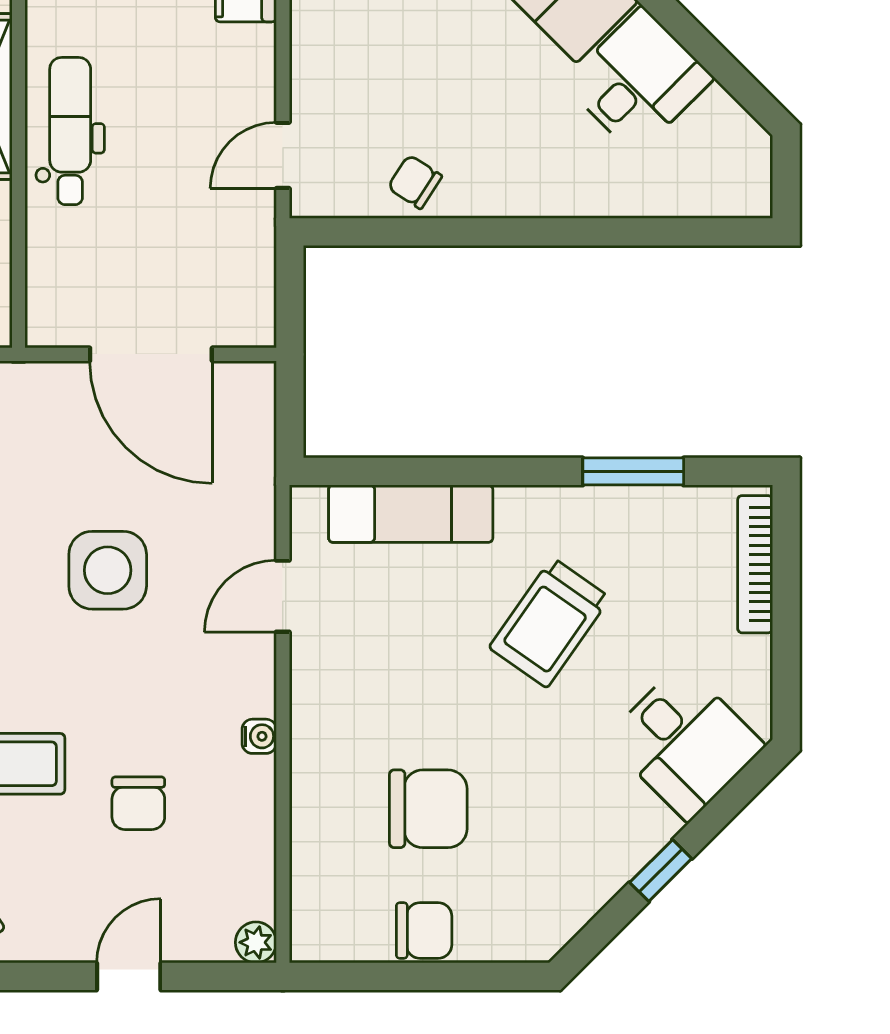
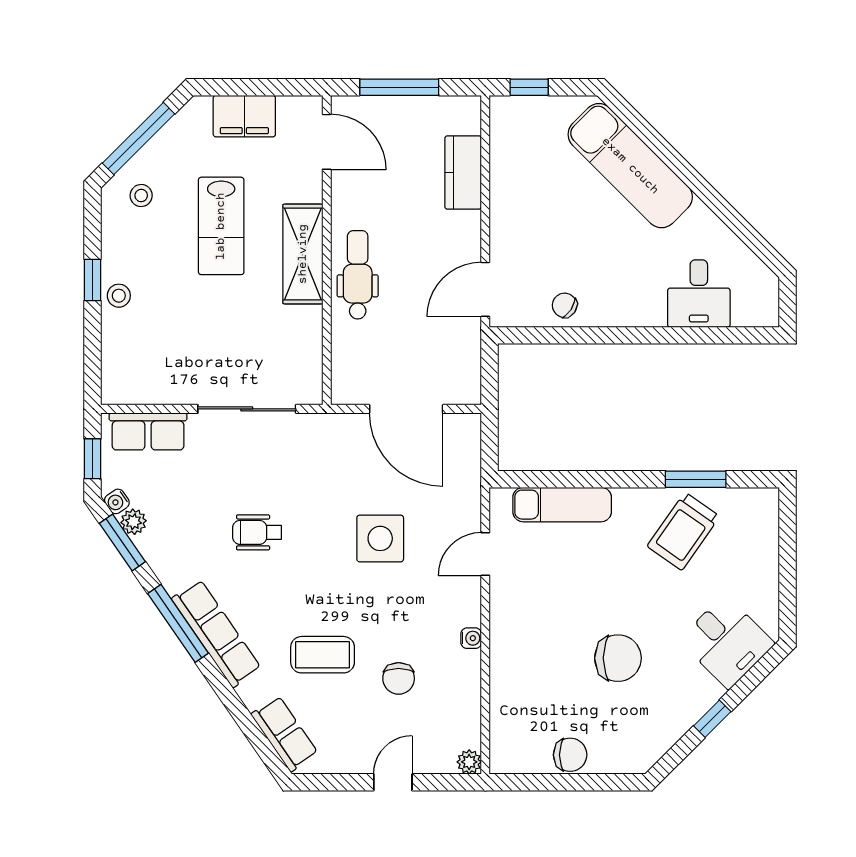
desk: (639, 81) -> (699, 294), moved, turned 135
door: (283, 155) -> (485, 289), width x1.38
bookcase: (755, 564) -> (769, 535), removed
trolley: (549, 623) -> (683, 531), moved
chair: (428, 809) -> (618, 658), moved

